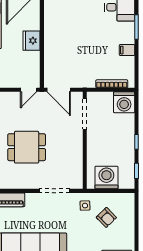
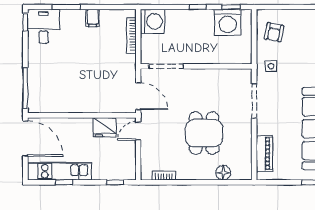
fridge: (32, 41) -> (105, 127), moved
door: (29, 90) -> (138, 131), swing flipped
door: (59, 90) -> (138, 96), hinge flipped
washing machine: (106, 177) -> (228, 22), moved, turned -90
armchair: (106, 217) -> (274, 32), moved, turned 145

